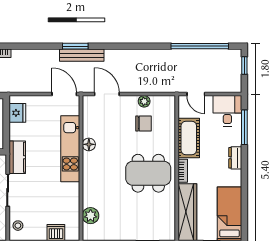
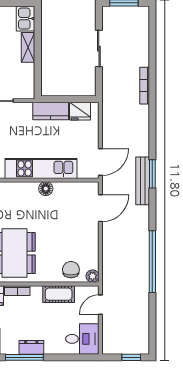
window: (200, 46) -> (152, 262), moved
plant: (144, 101) -> (93, 276), moved
chair: (143, 123) -> (71, 270), moved, turned 180
window: (244, 127) -> (24, 357), moved
cot: (189, 138) -> (59, 294), width x0.73, depth x0.75
kitchen counter: (17, 157) -> (51, 111), moved

